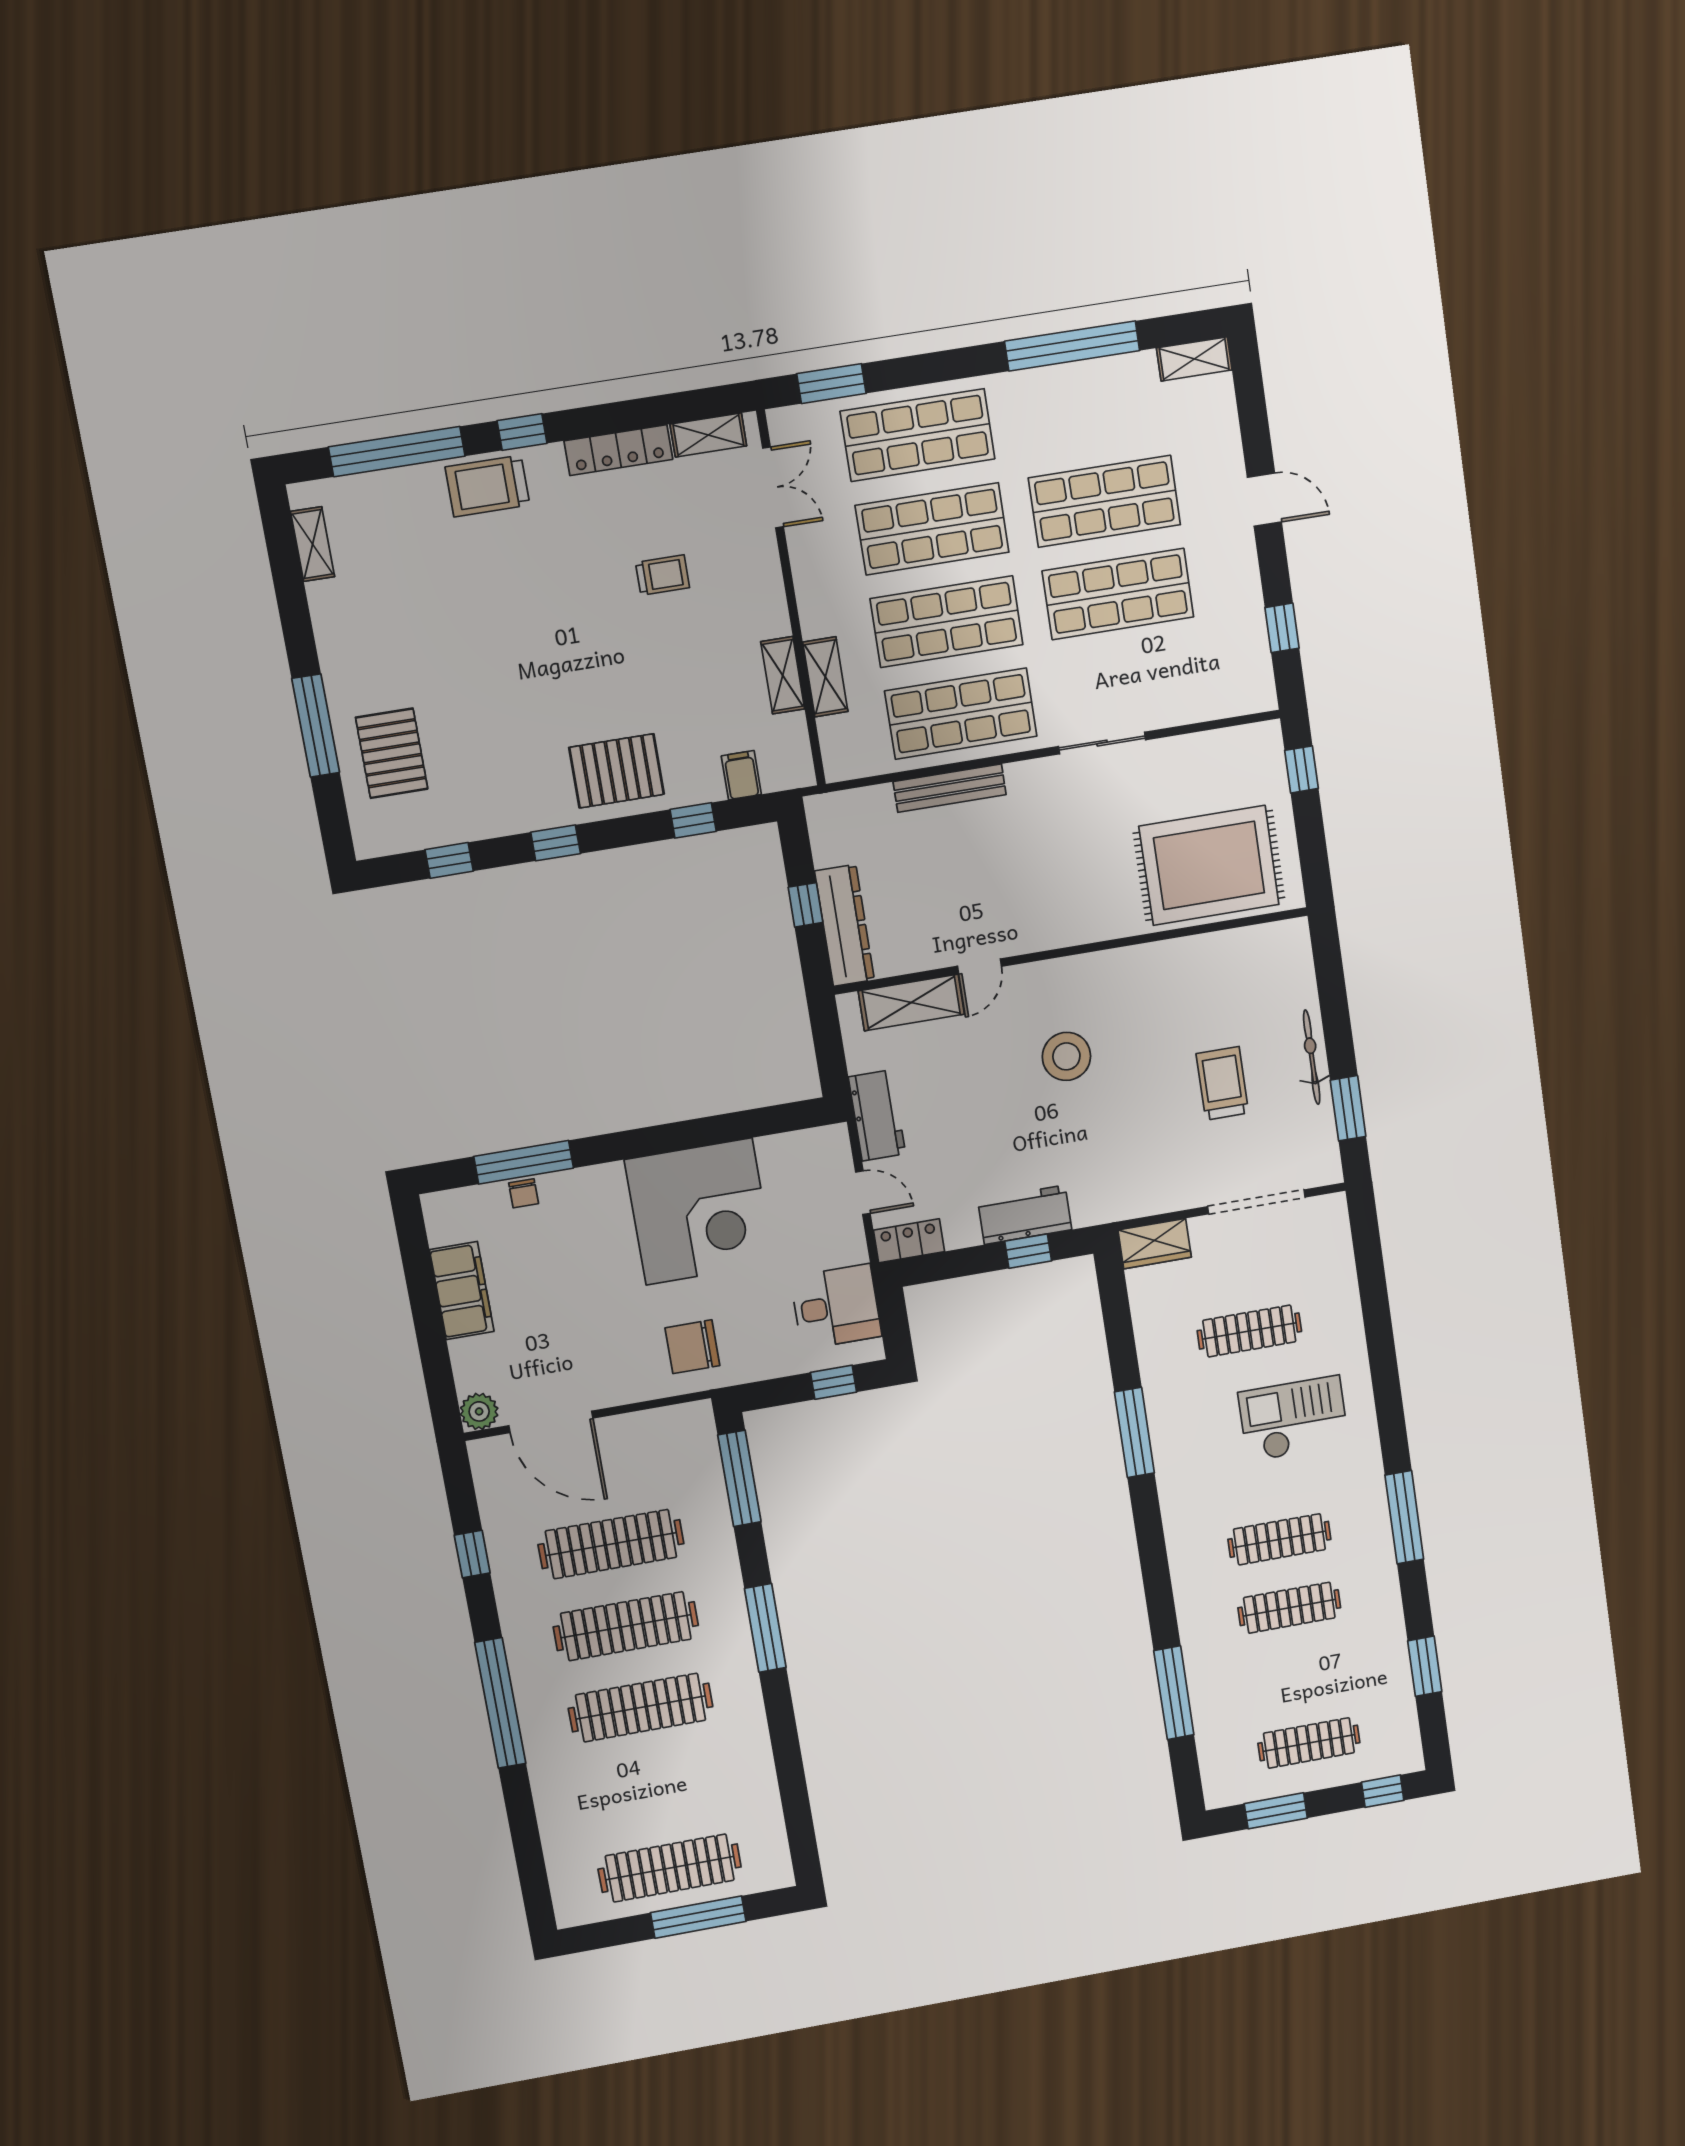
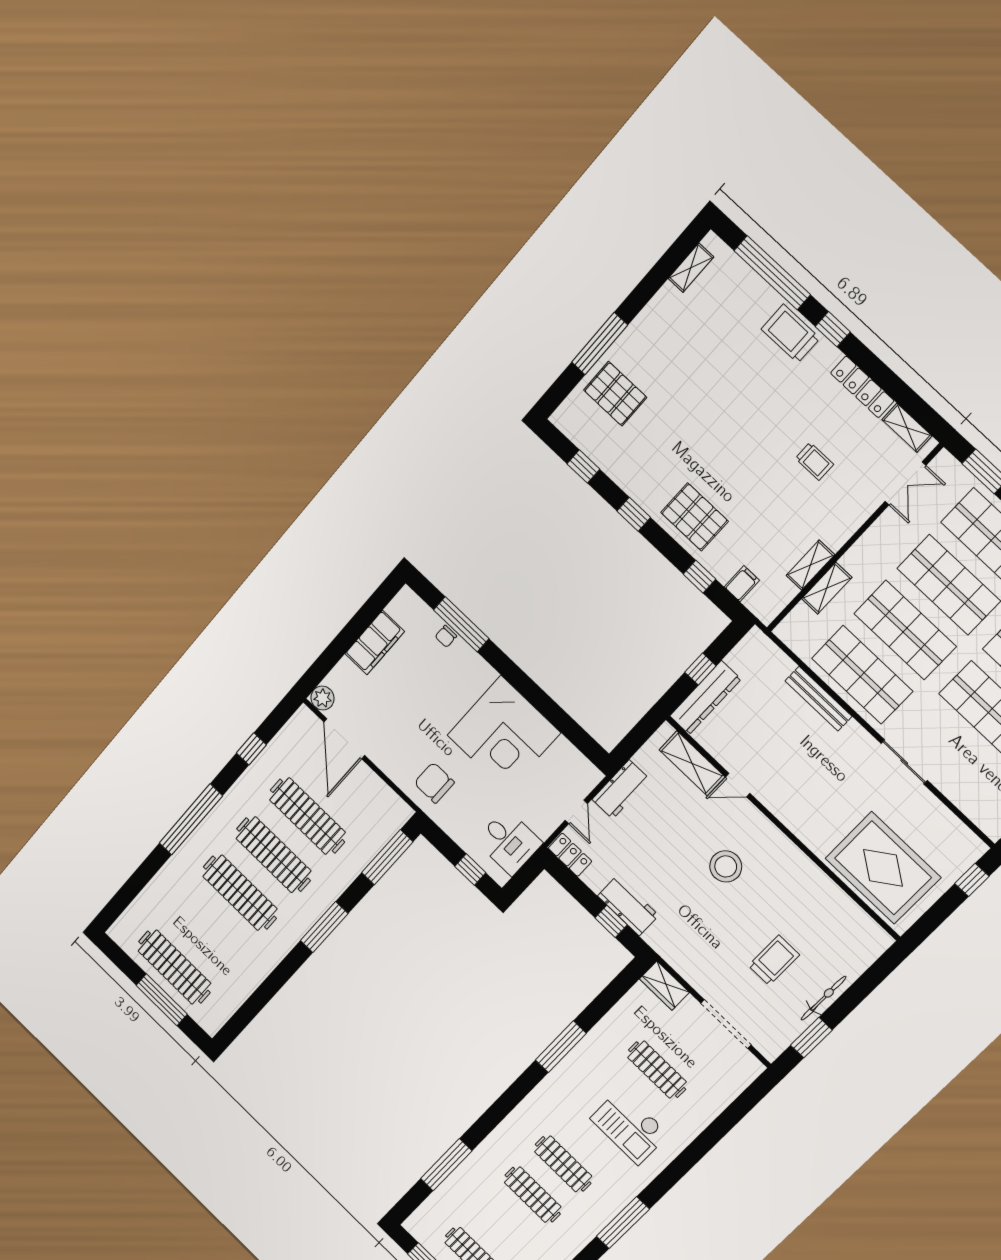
pallet: (392, 753) -> (615, 394), turned 90
checkout: (1293, 1419) -> (630, 1126), turned 180

